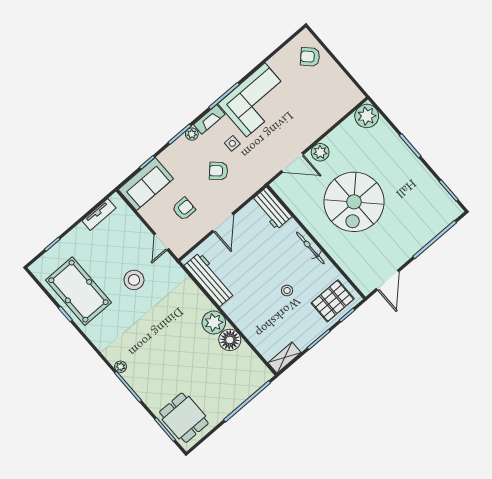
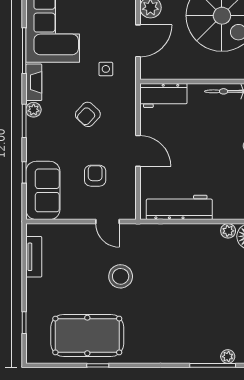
side table: (232, 143) -> (106, 69), moved
plant: (214, 322) -> (228, 231), width x0.53, depth x0.53
plant: (121, 367) -> (228, 357), moved

